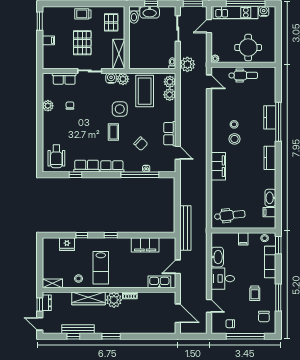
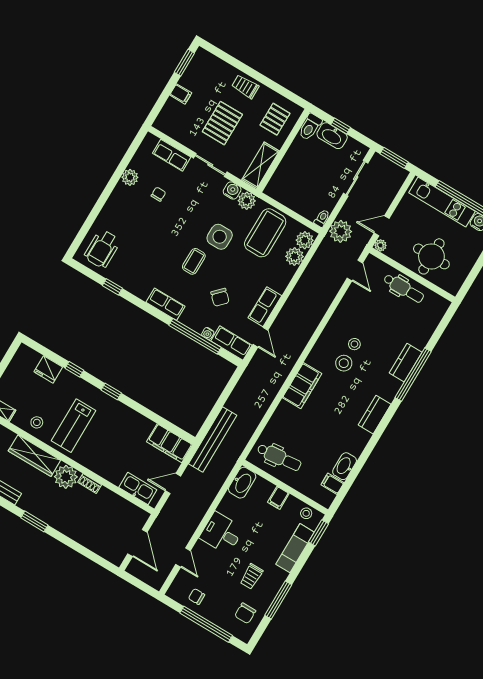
door: (209, 26) -> (382, 226), moved
row of seats: (87, 166) -> (231, 343), moved
filing cabinet: (145, 245) -> (169, 443), moved
washbasin: (217, 257) -> (242, 483), moved

